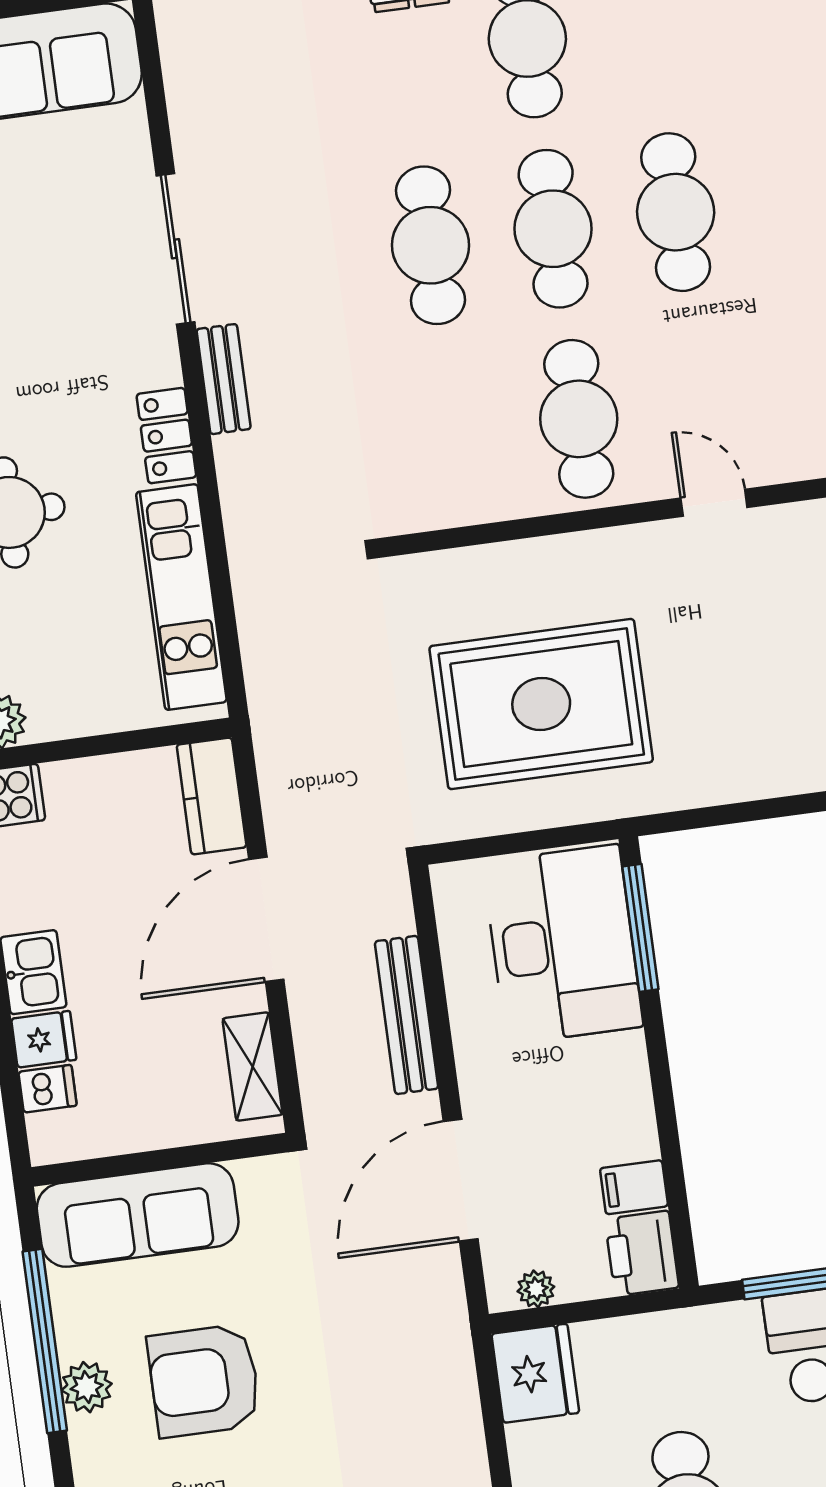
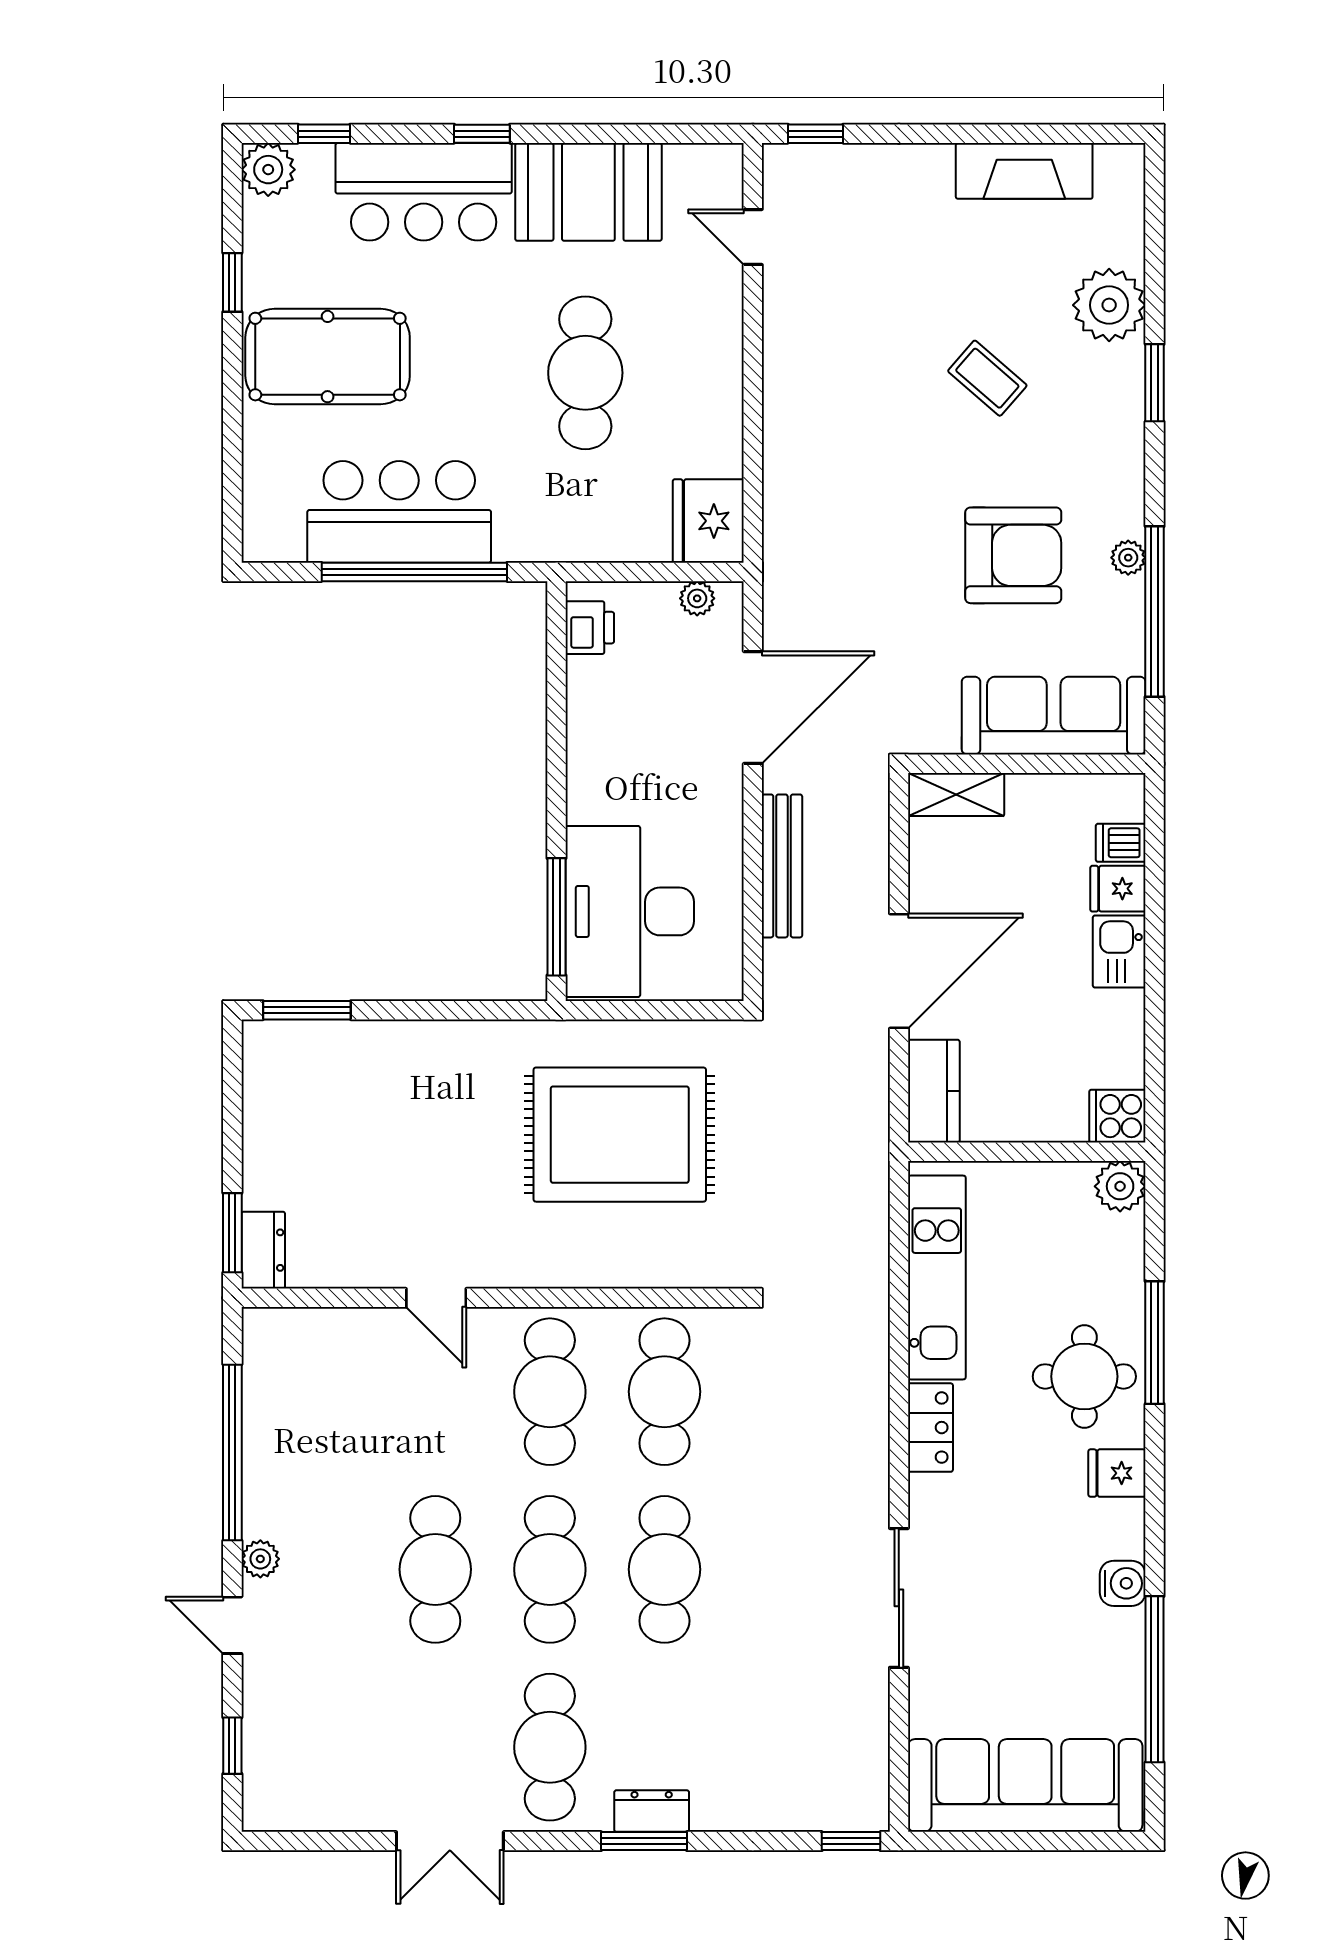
bench: (224, 379) -> (871, 1472), removed
cafe table: (456, 435) -> (664, 1392), added
shelving: (253, 1067) -> (956, 794), moved, turned 90
filing cabinet: (634, 1187) -> (595, 680), removed
printer: (642, 1253) -> (590, 628), width x0.73, depth x0.81
plant: (87, 1387) -> (1128, 558), width x0.73, depth x0.73

